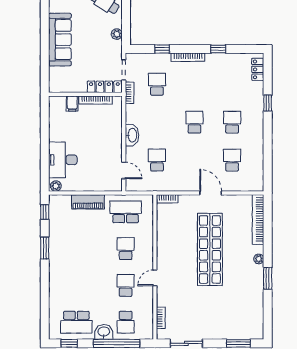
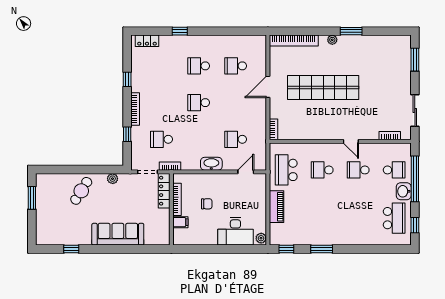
chair: (91, 130) -> (207, 204), added

